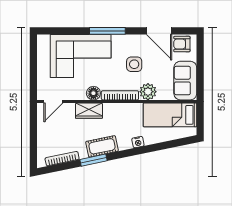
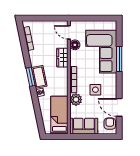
window: (107, 31) -> (119, 59), moved
door: (159, 31) -> (119, 107), hinge flipped
floor lamp: (93, 93) -> (75, 45), moved
cot: (102, 146) -> (39, 77), moved
window: (93, 160) -> (31, 77), moved

